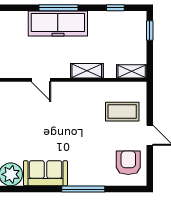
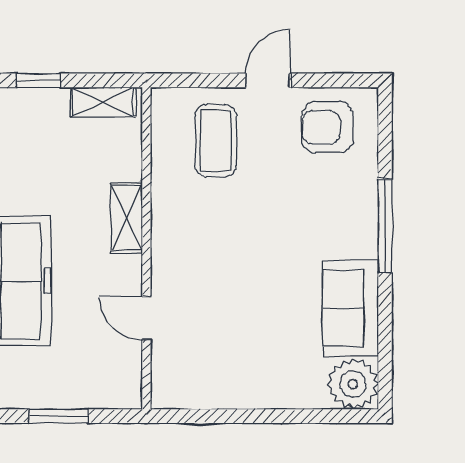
shelving: (132, 71) -> (103, 102), moved, turned 90
door: (41, 80) -> (146, 318), swing flipped

